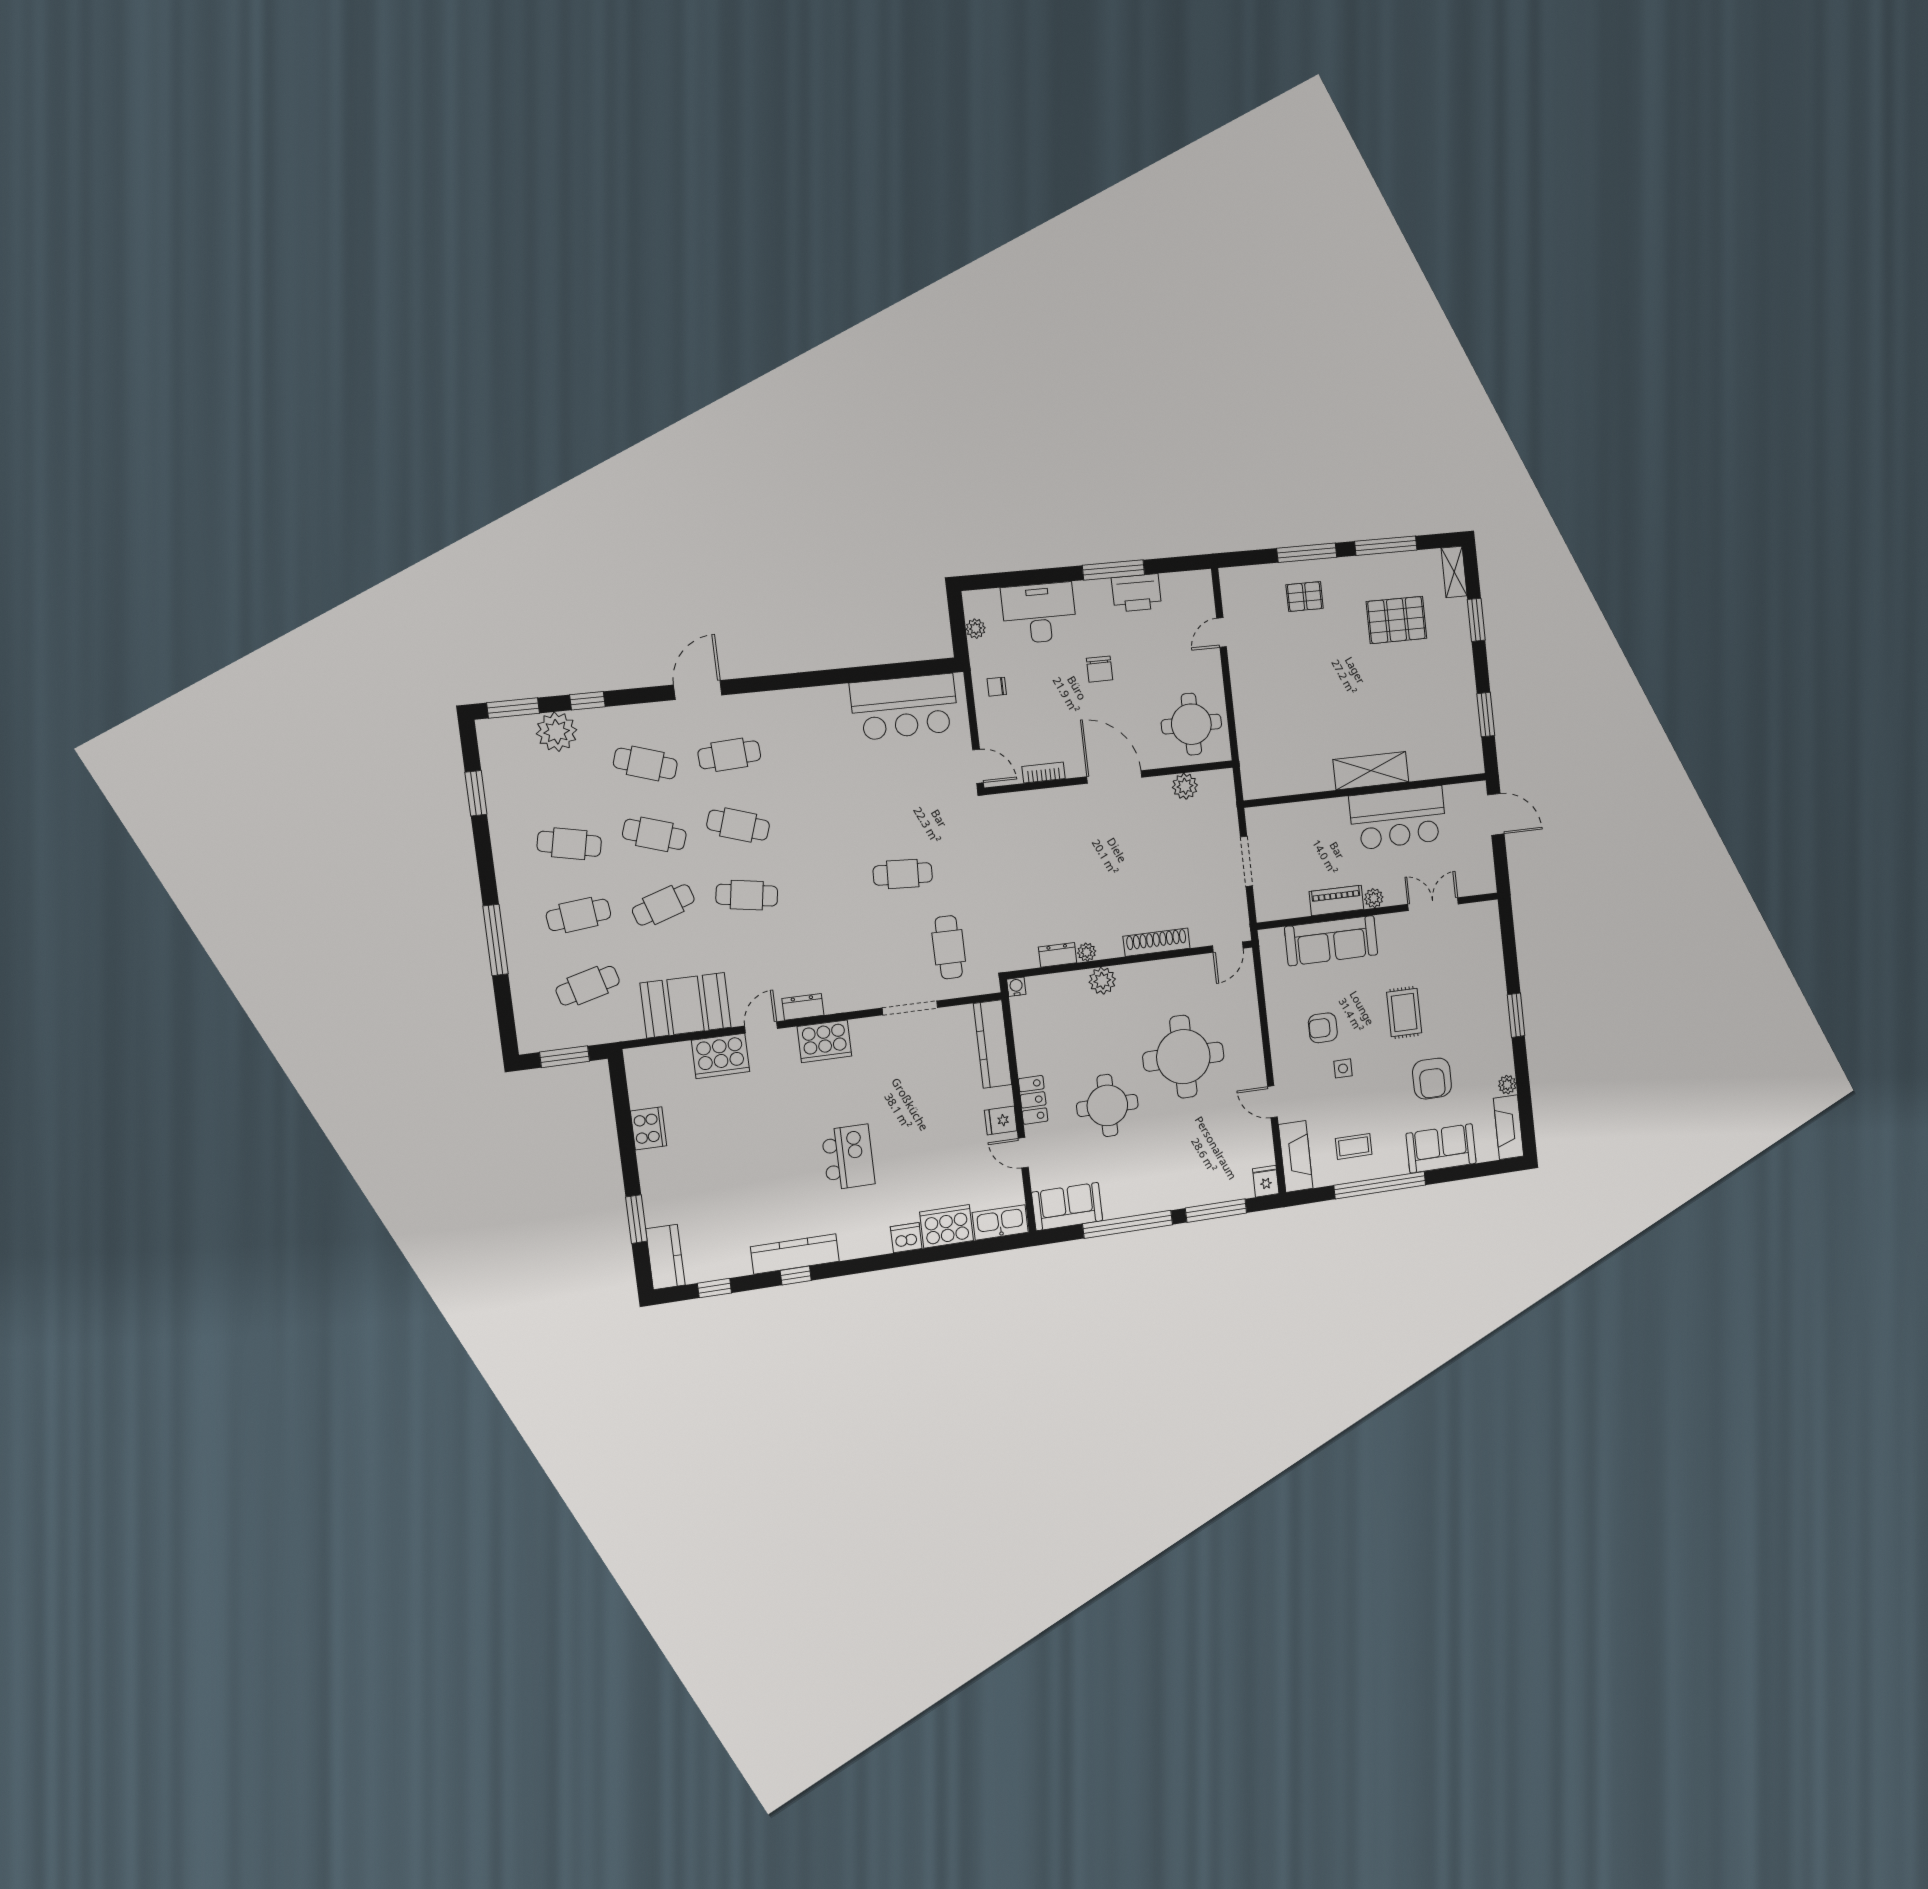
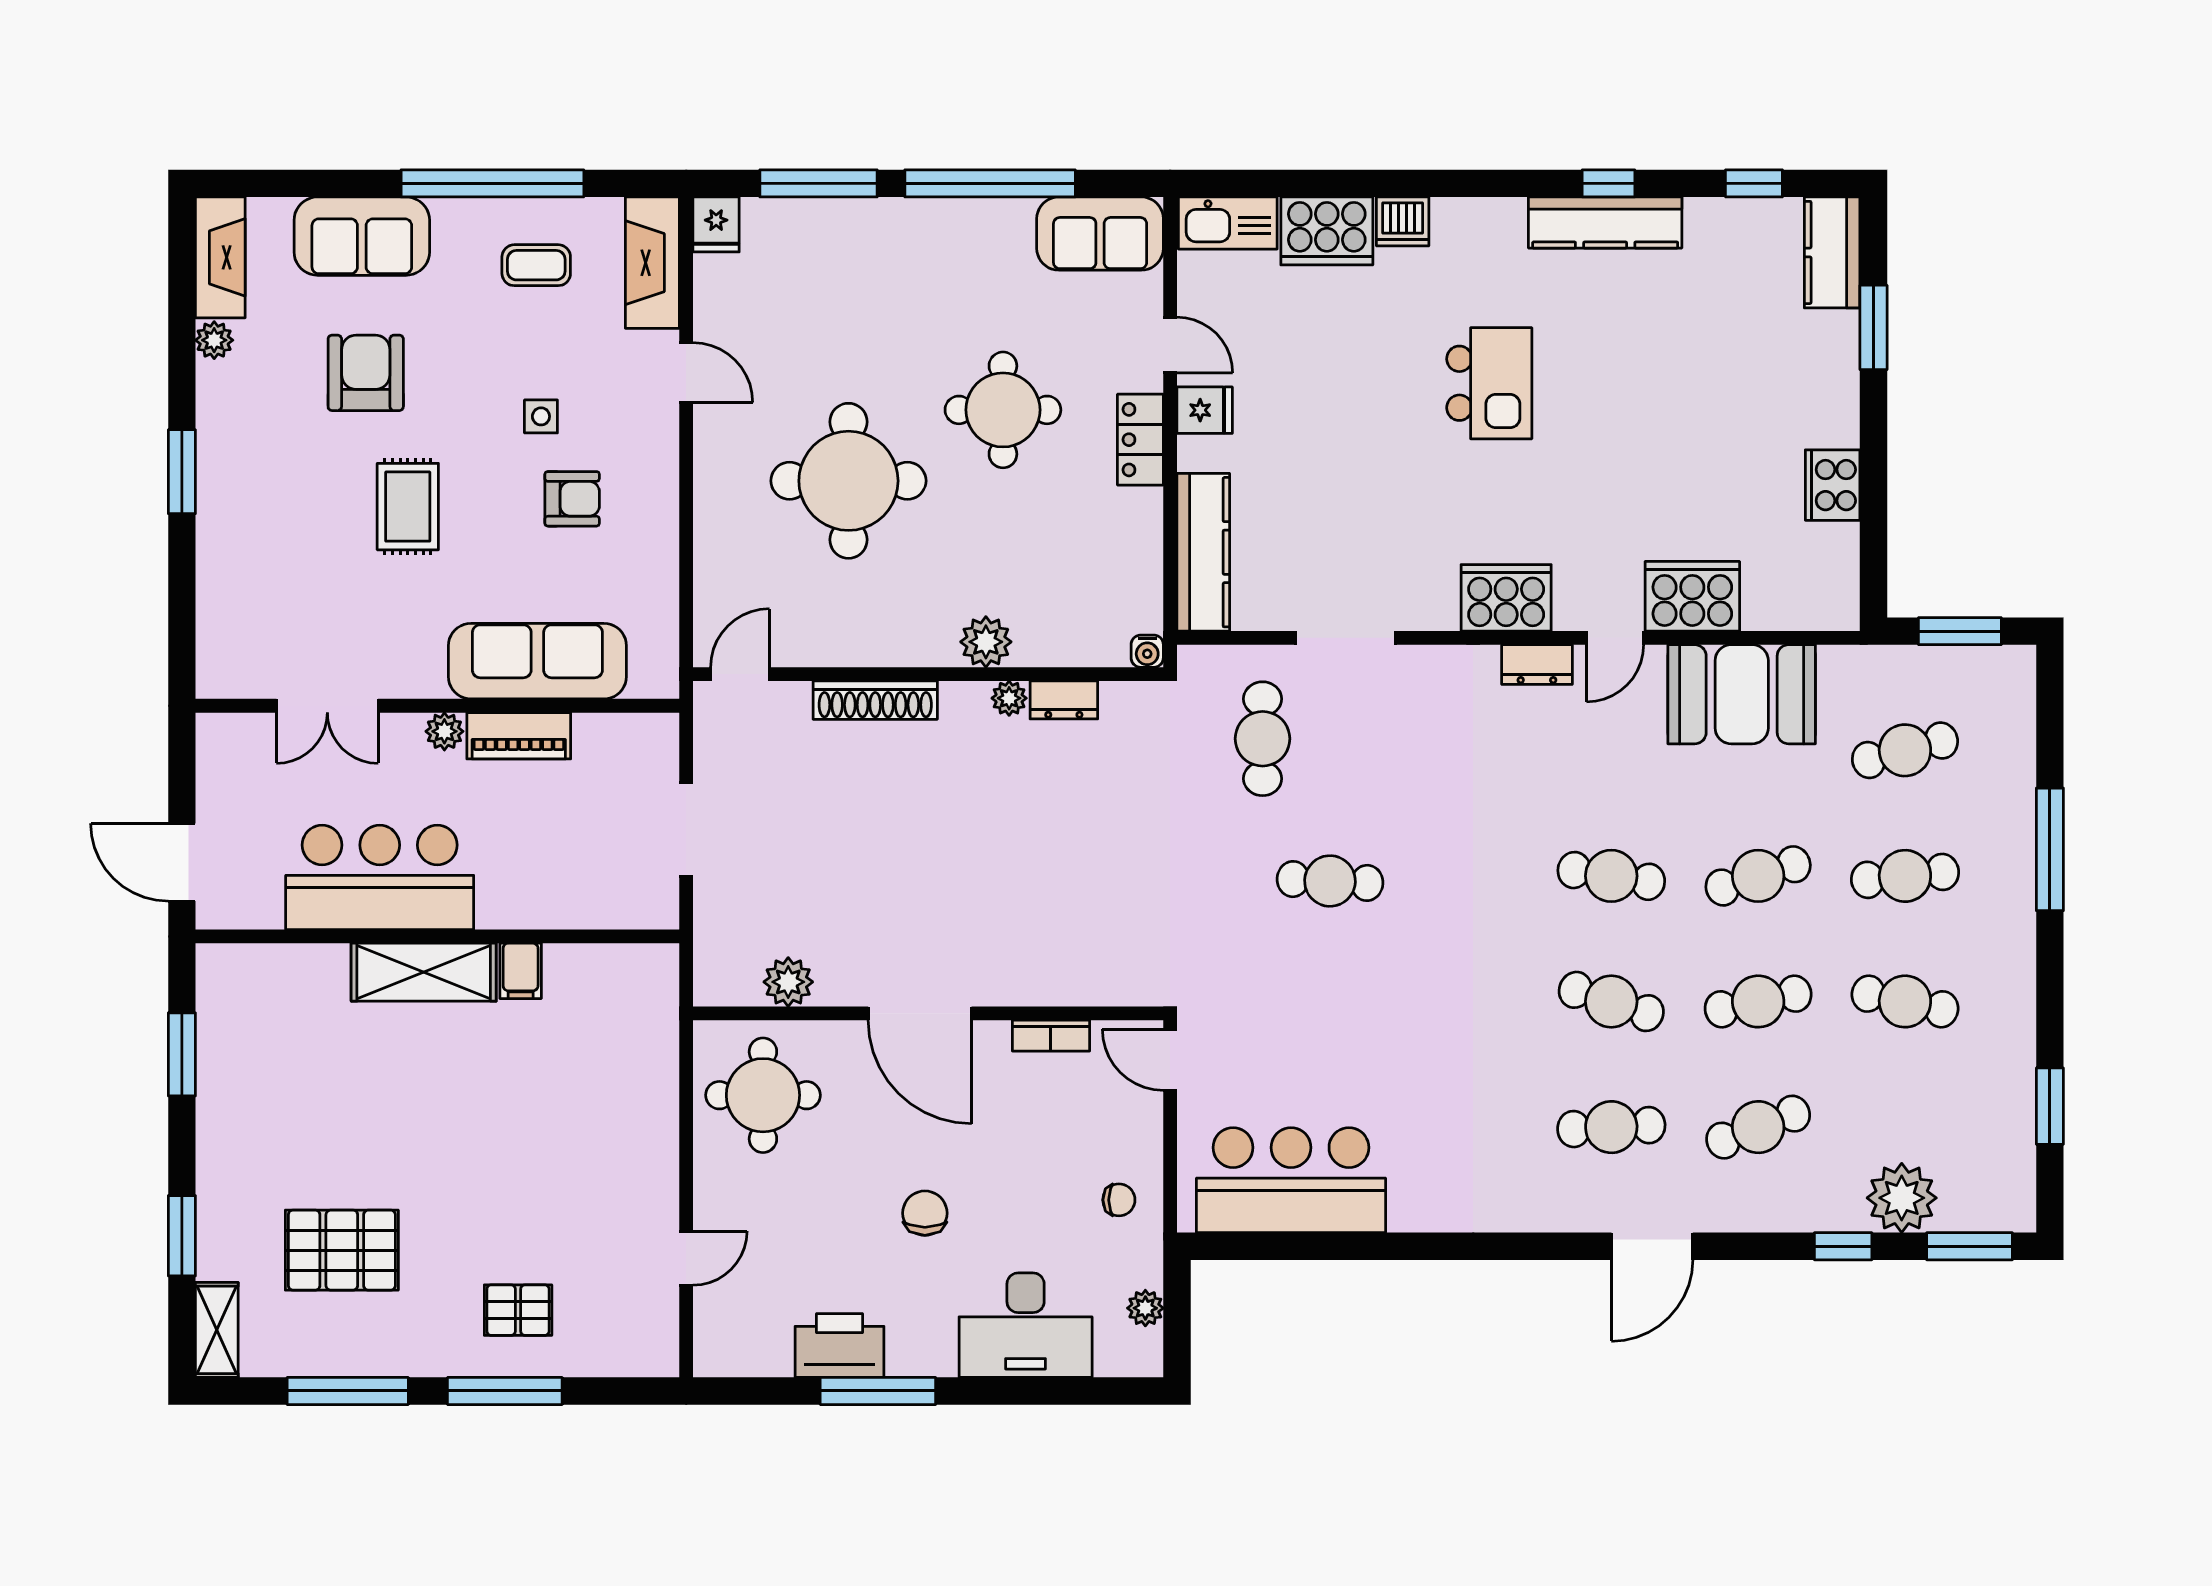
cafe table: (645, 763) -> (1758, 1127), turned -39
filing cabinet: (1322, 777) -> (521, 971), added
cafe table: (654, 834) -> (1758, 1001), turned -30
kitchen island: (848, 1157) -> (1489, 383), turned 180

